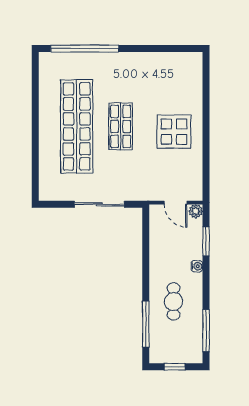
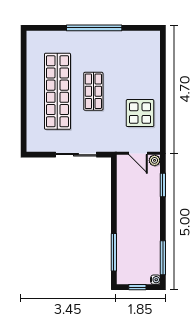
window: (85, 49) -> (94, 28), moved
display table: (174, 132) -> (140, 113), moved
water cooler: (197, 266) -> (155, 280), moved
cafe table: (174, 301) -> (136, 234), removed

